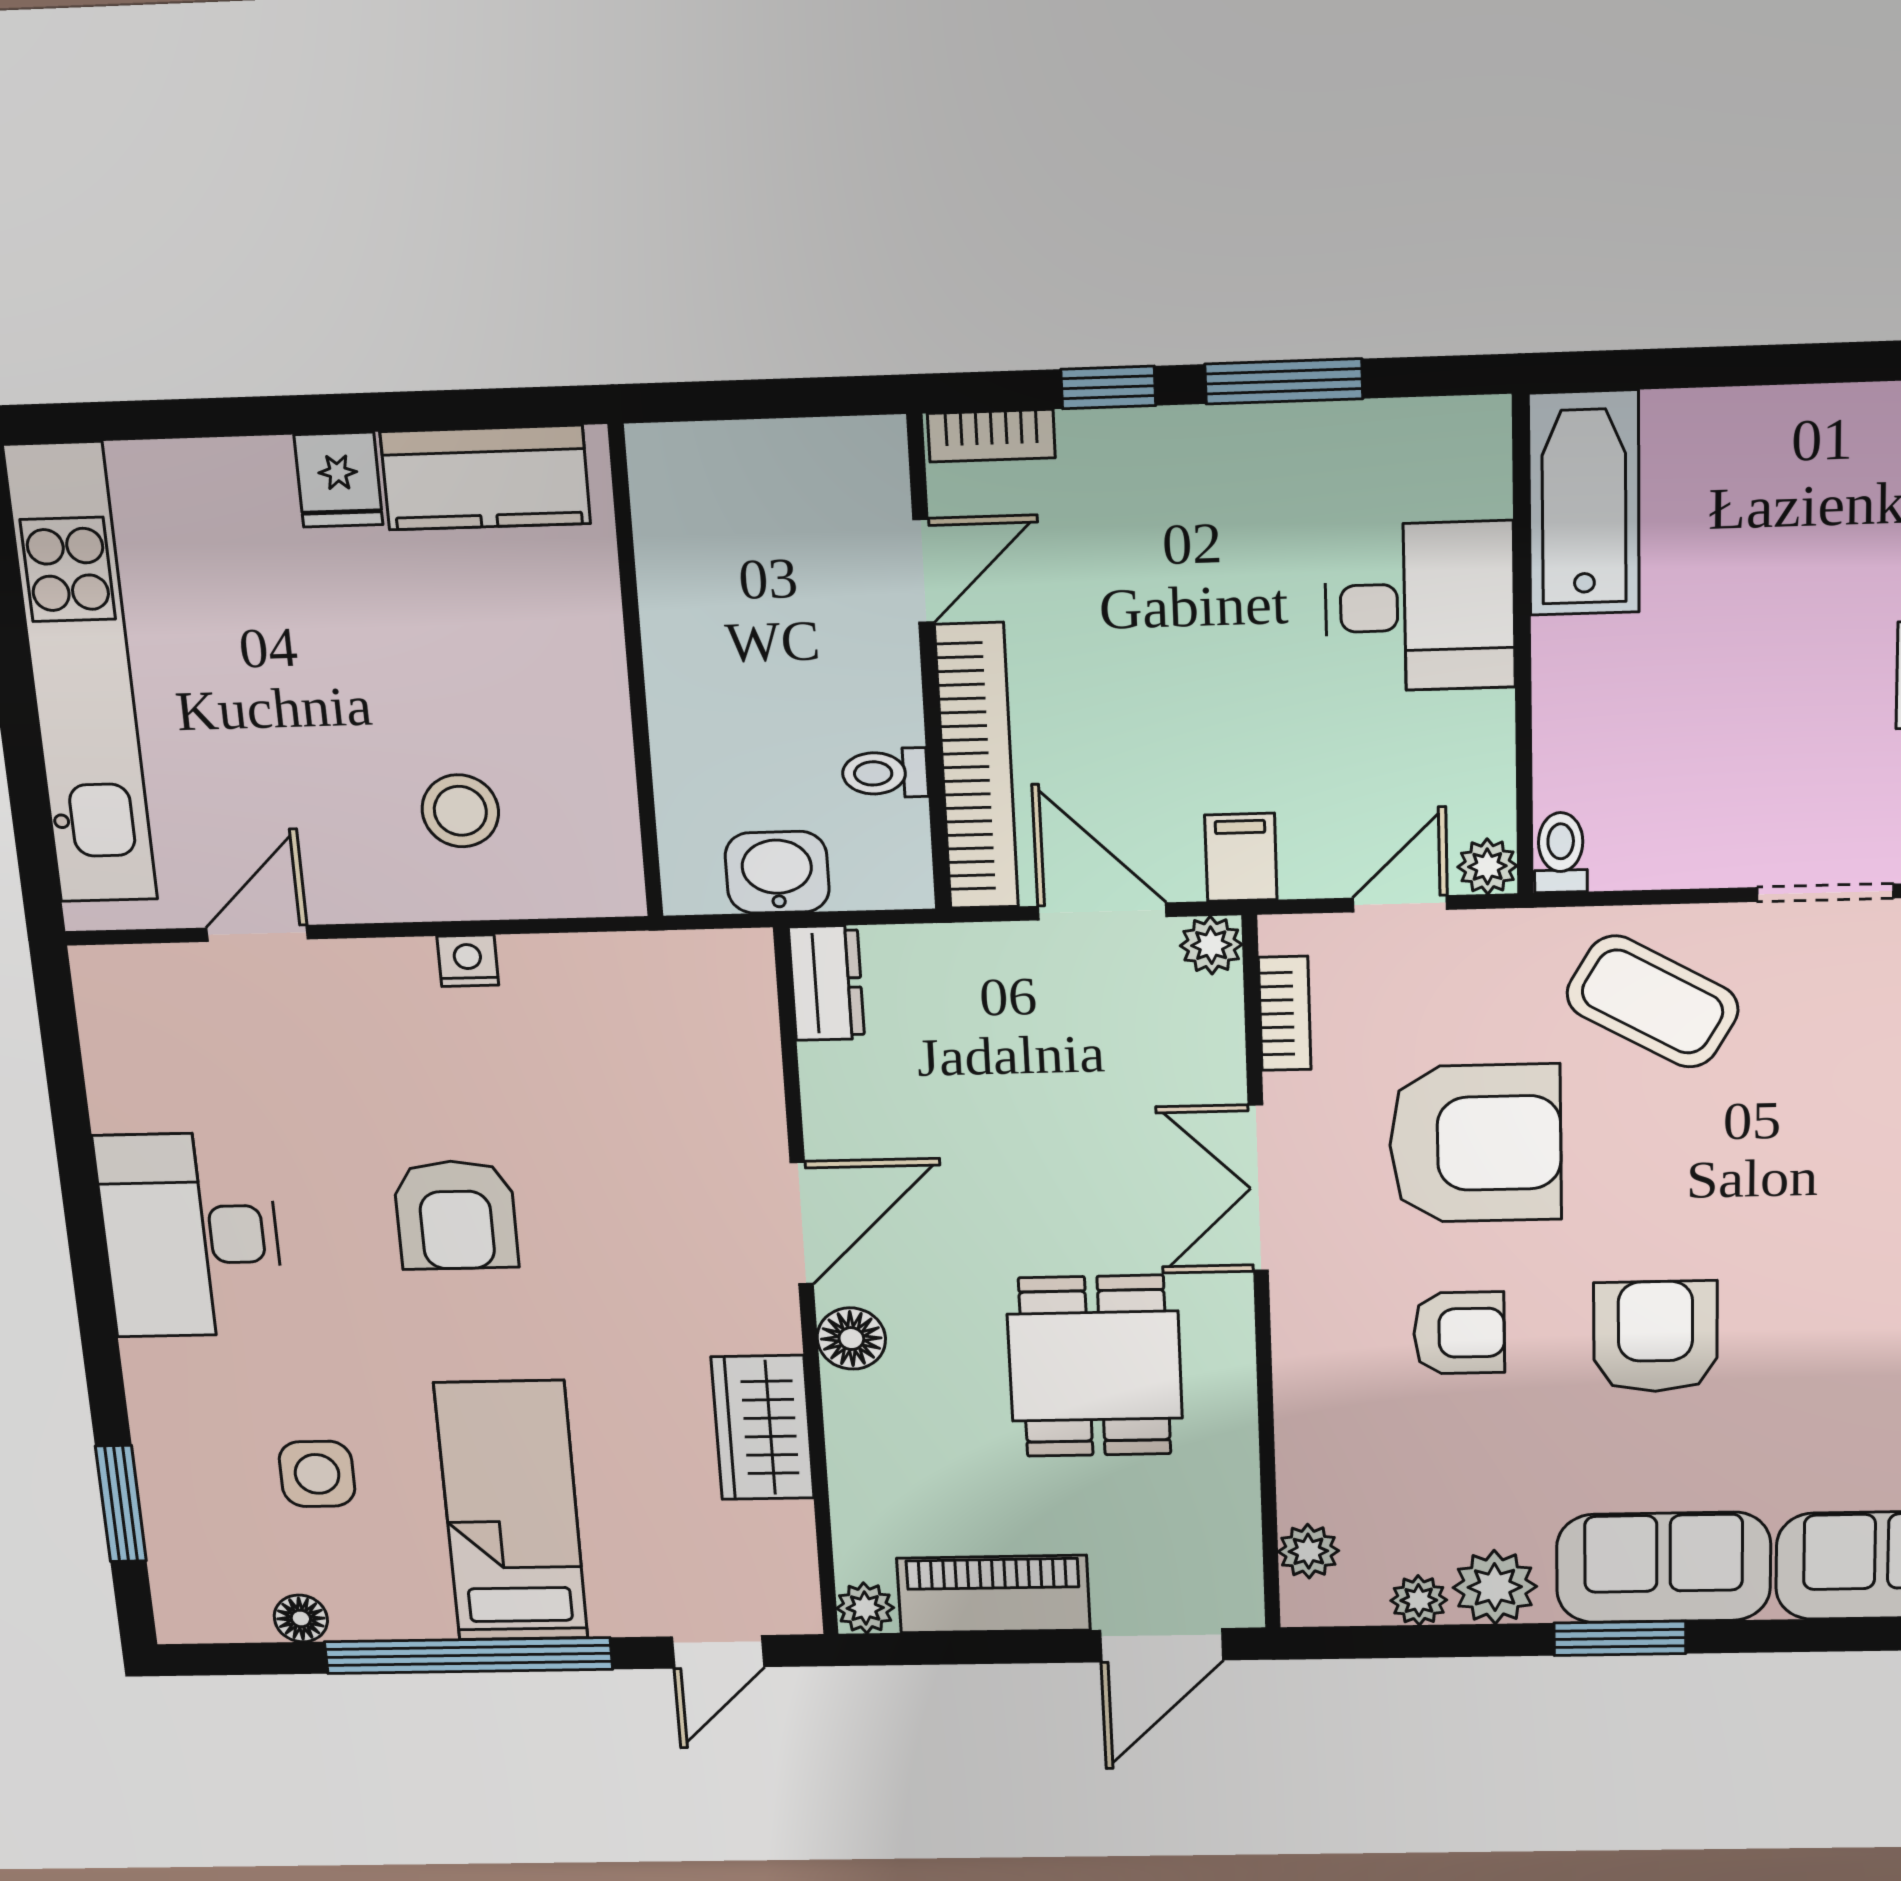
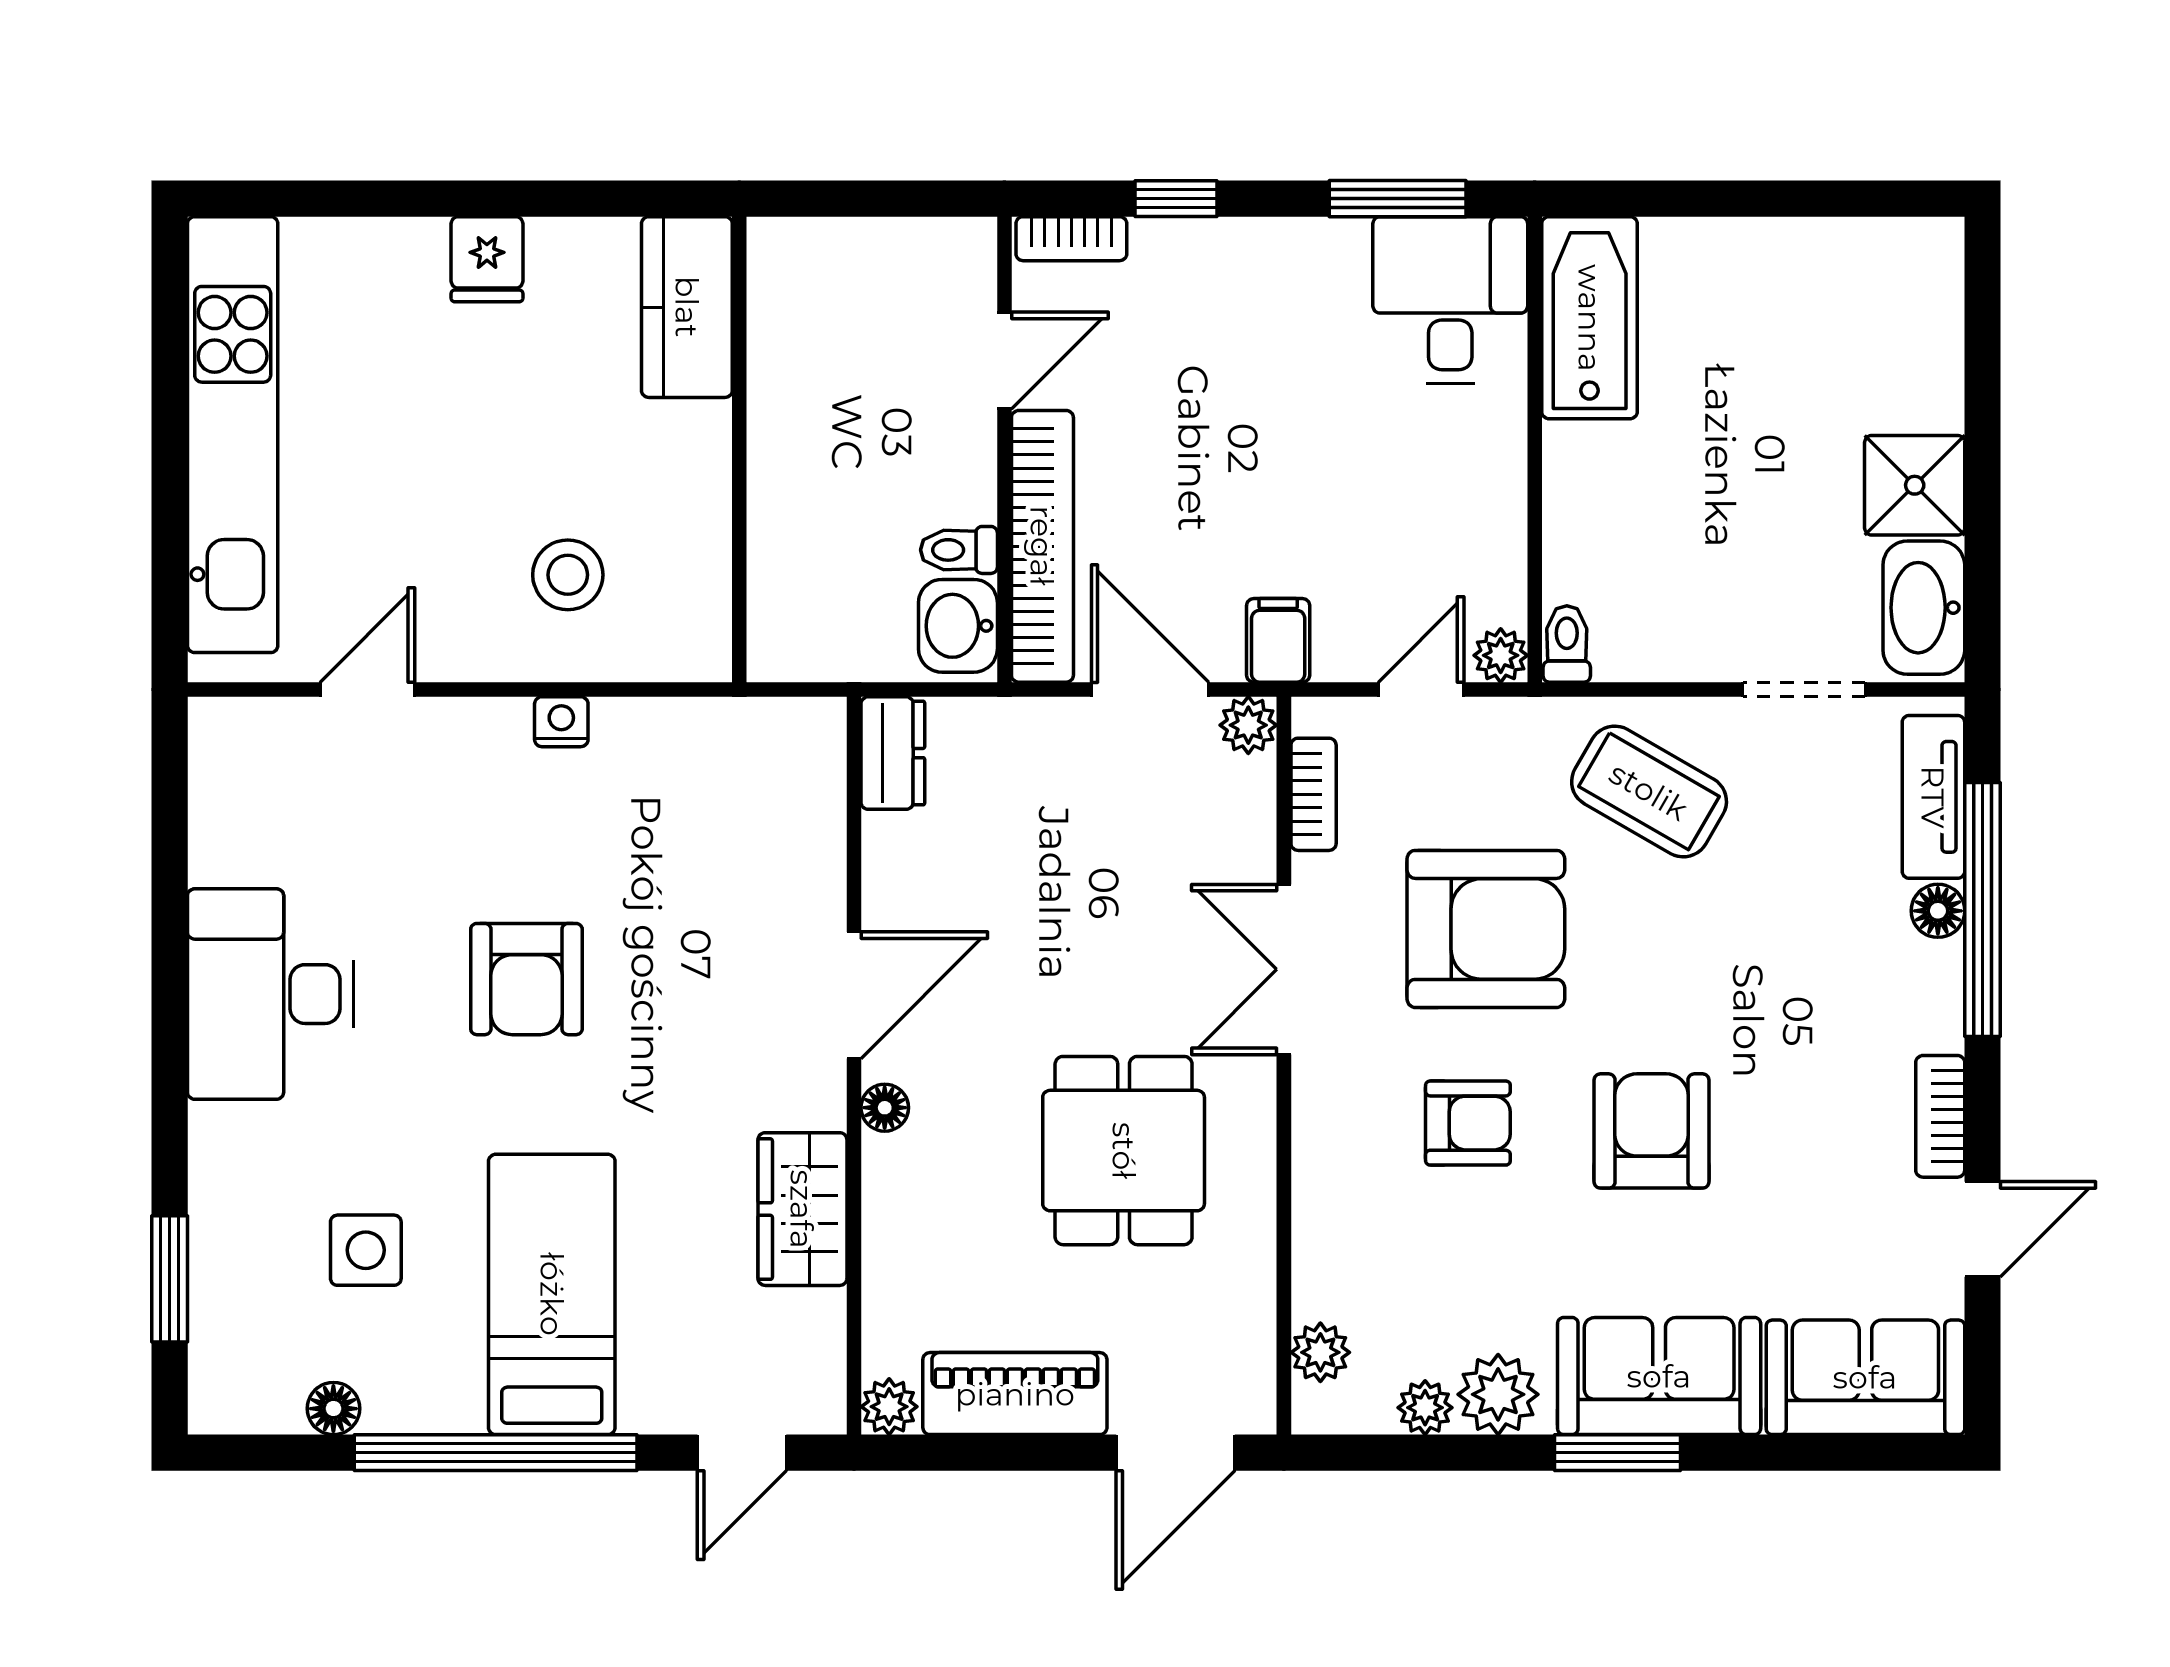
window: (1284, 381) -> (1398, 199), moved
kitchen counter: (485, 478) -> (687, 307), moved, turned 90
desk: (1420, 607) -> (1450, 300), moved, turned -90
washbasin: (777, 872) -> (958, 626), moved, turned -90
floor lamp: (851, 1339) -> (885, 1108), width x0.73, depth x0.73

